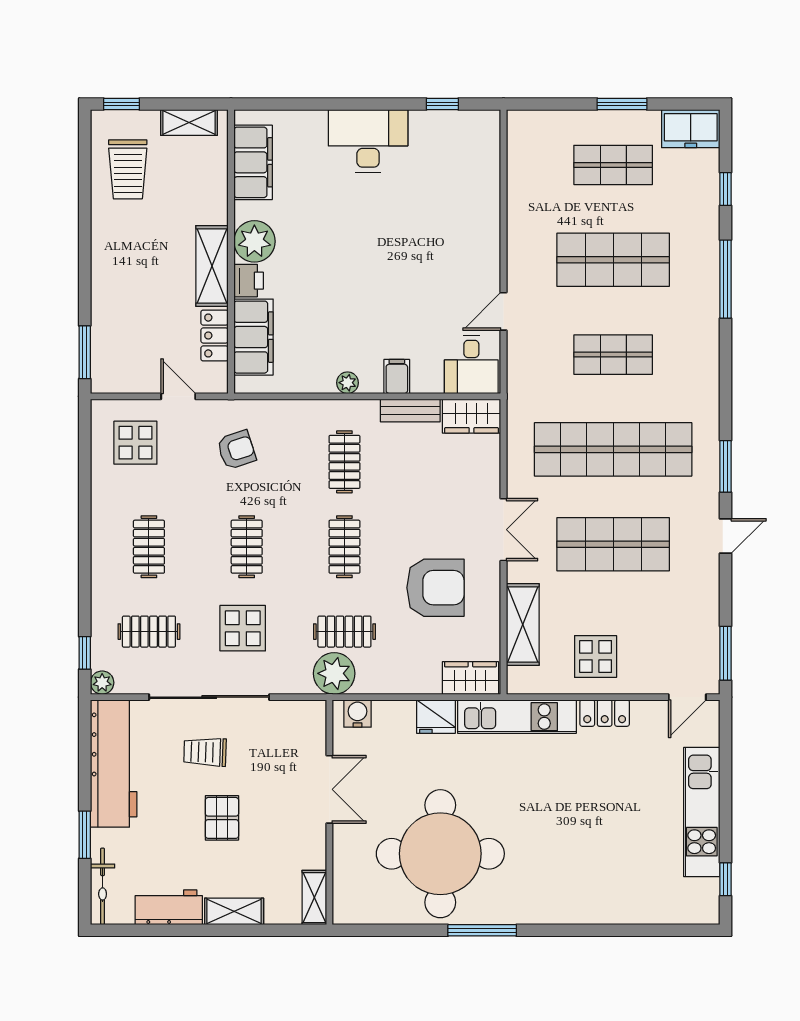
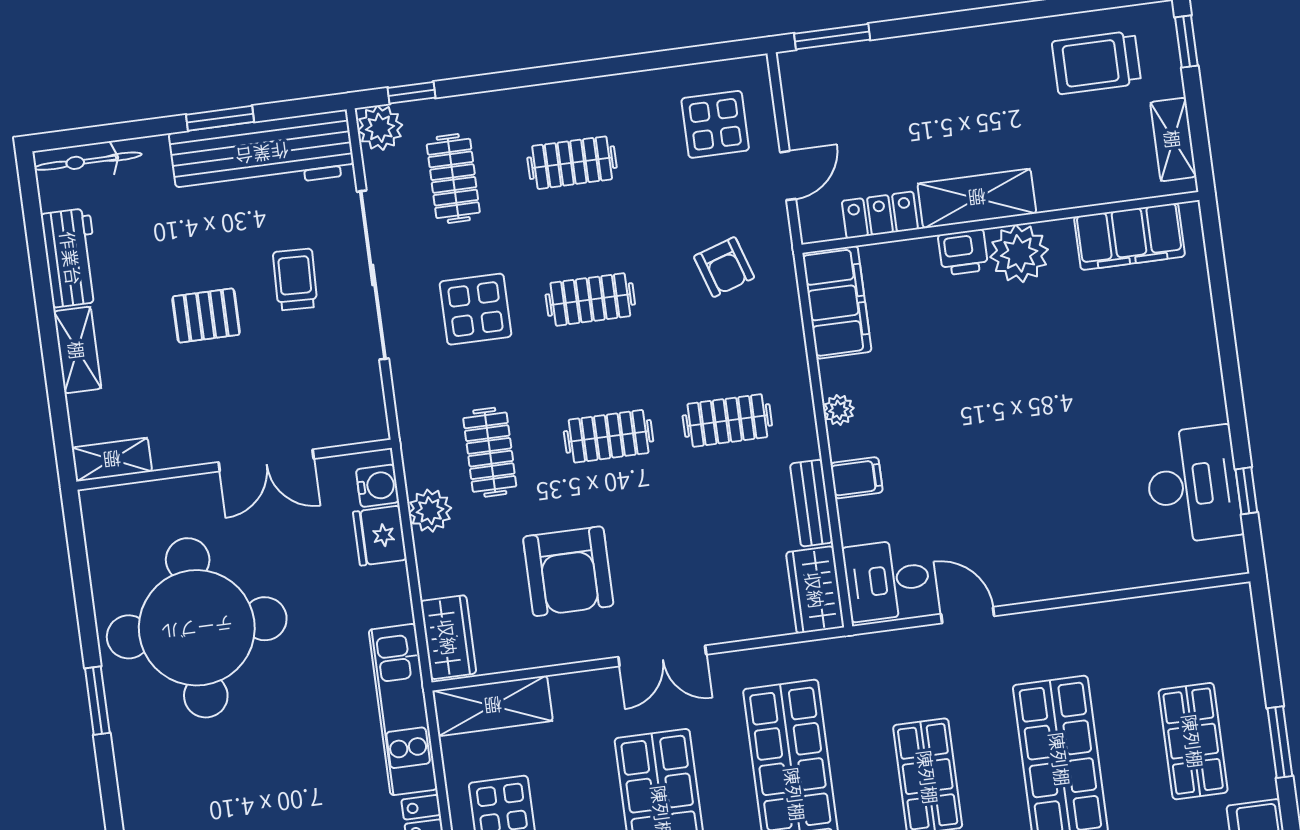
desk: (368, 141) -> (1193, 485), moved
filing cabinet: (253, 337) -> (837, 302), moved, turned -90
shelving: (523, 625) -> (493, 706), moved
plant: (334, 673) -> (430, 511), moved, width x0.73, depth x0.73
plant: (102, 683) -> (380, 128), width x1.38, depth x1.38
fridge: (436, 717) -> (380, 536), moved
window: (85, 835) -> (220, 118), moved
window: (482, 930) -> (97, 701), width x0.69

